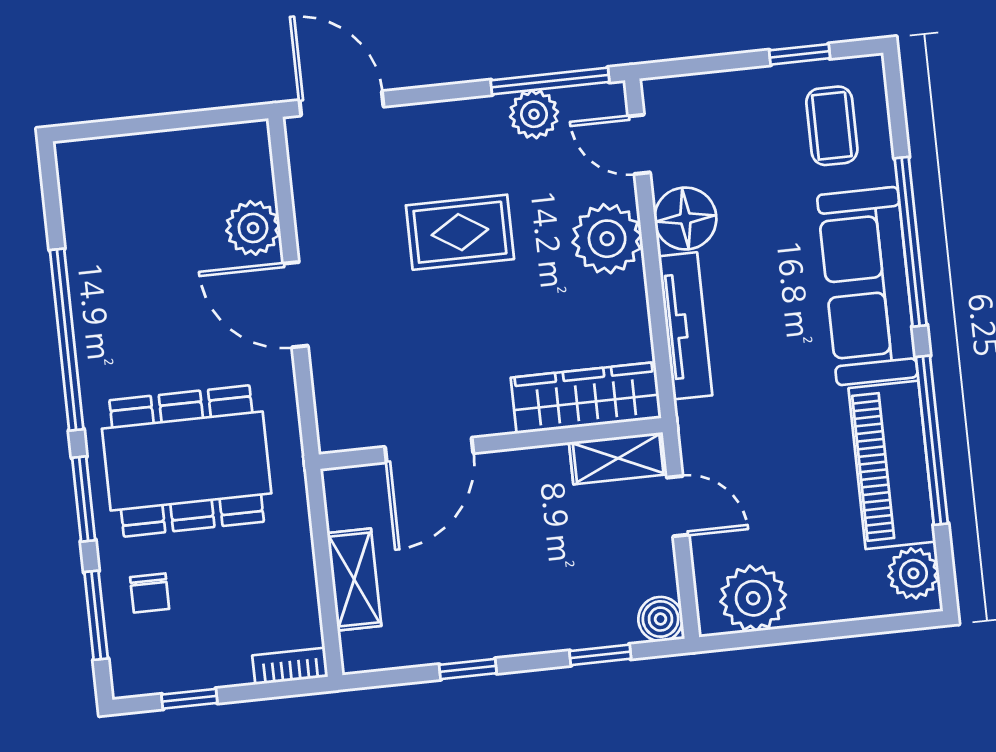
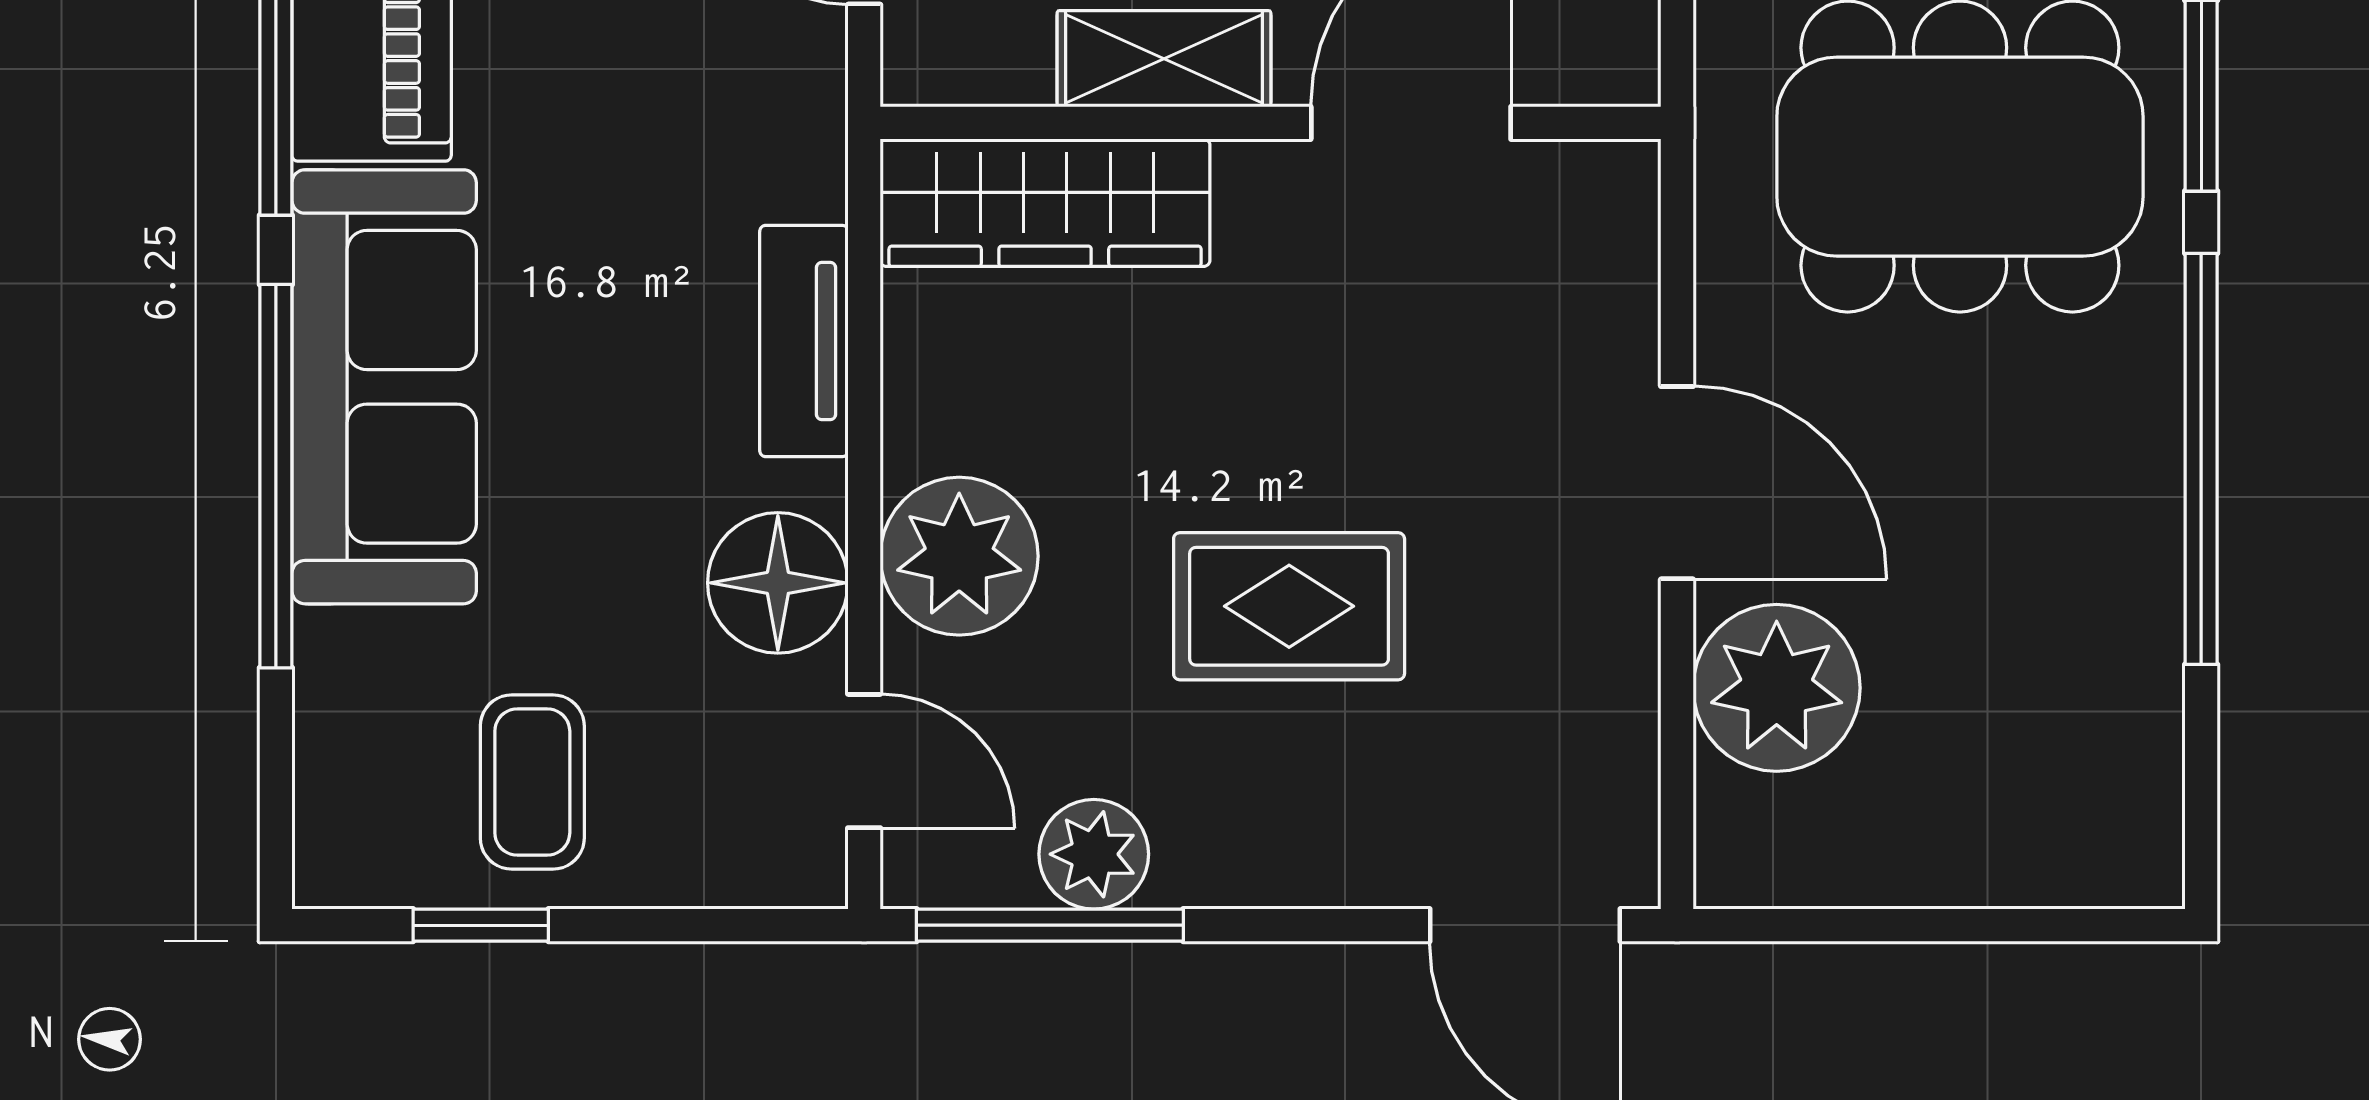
coffee table: (832, 126) -> (532, 782), moved
plant: (253, 228) -> (1777, 688), width x1.36, depth x1.36
tv unit: (685, 326) -> (804, 341), width x0.71
shelving: (618, 458) -> (1164, 59), moved

